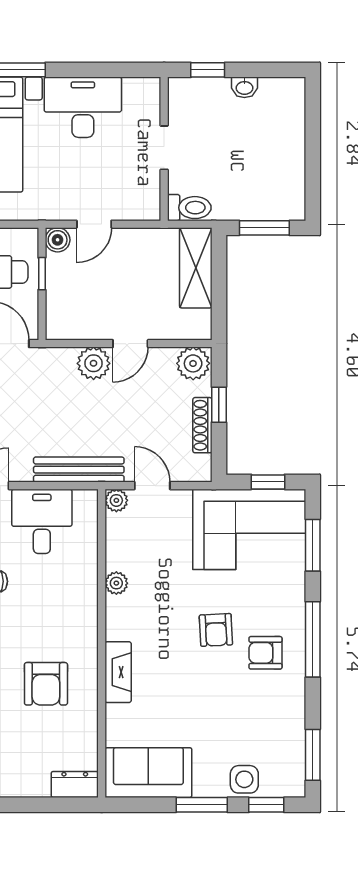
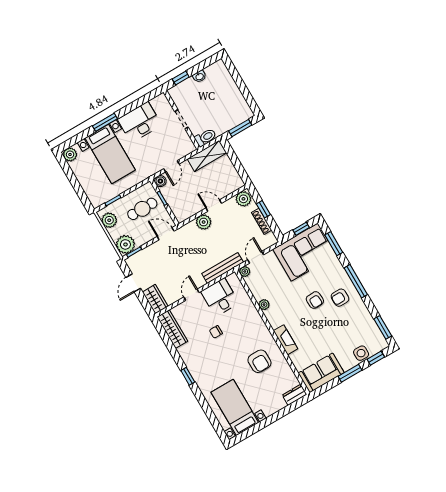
shelving: (196, 268) -> (207, 156), moved, turned 90
door: (130, 344) -> (214, 206), swing flipped
door: (152, 486) -> (256, 257), hinge flipped

